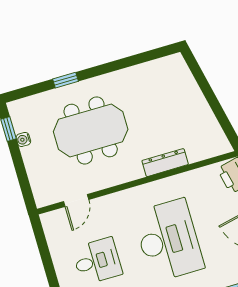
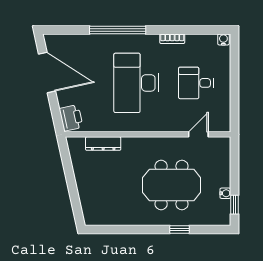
dresser: (165, 163) -> (103, 144), moved

